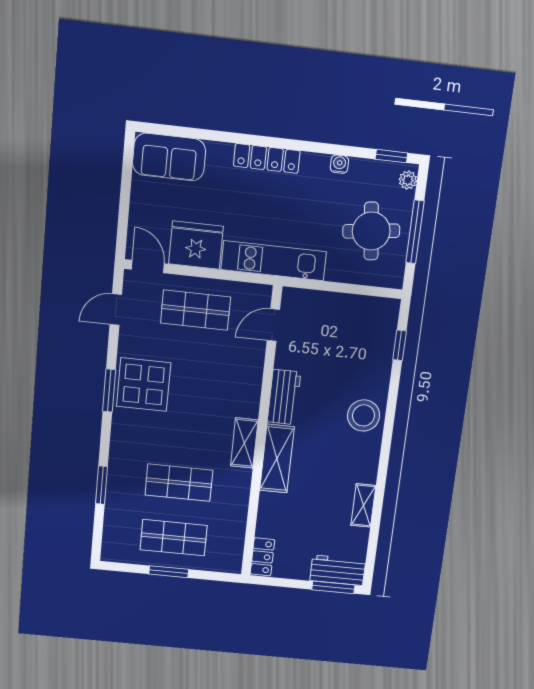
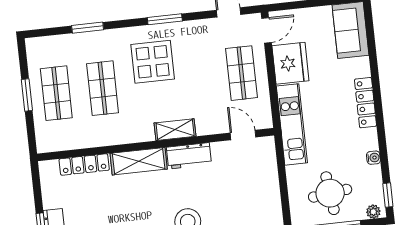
display table: (144, 385) -> (153, 62), moved
shelving: (244, 443) -> (175, 130), moved
locker: (262, 557) -> (84, 165), moved, width x1.53

